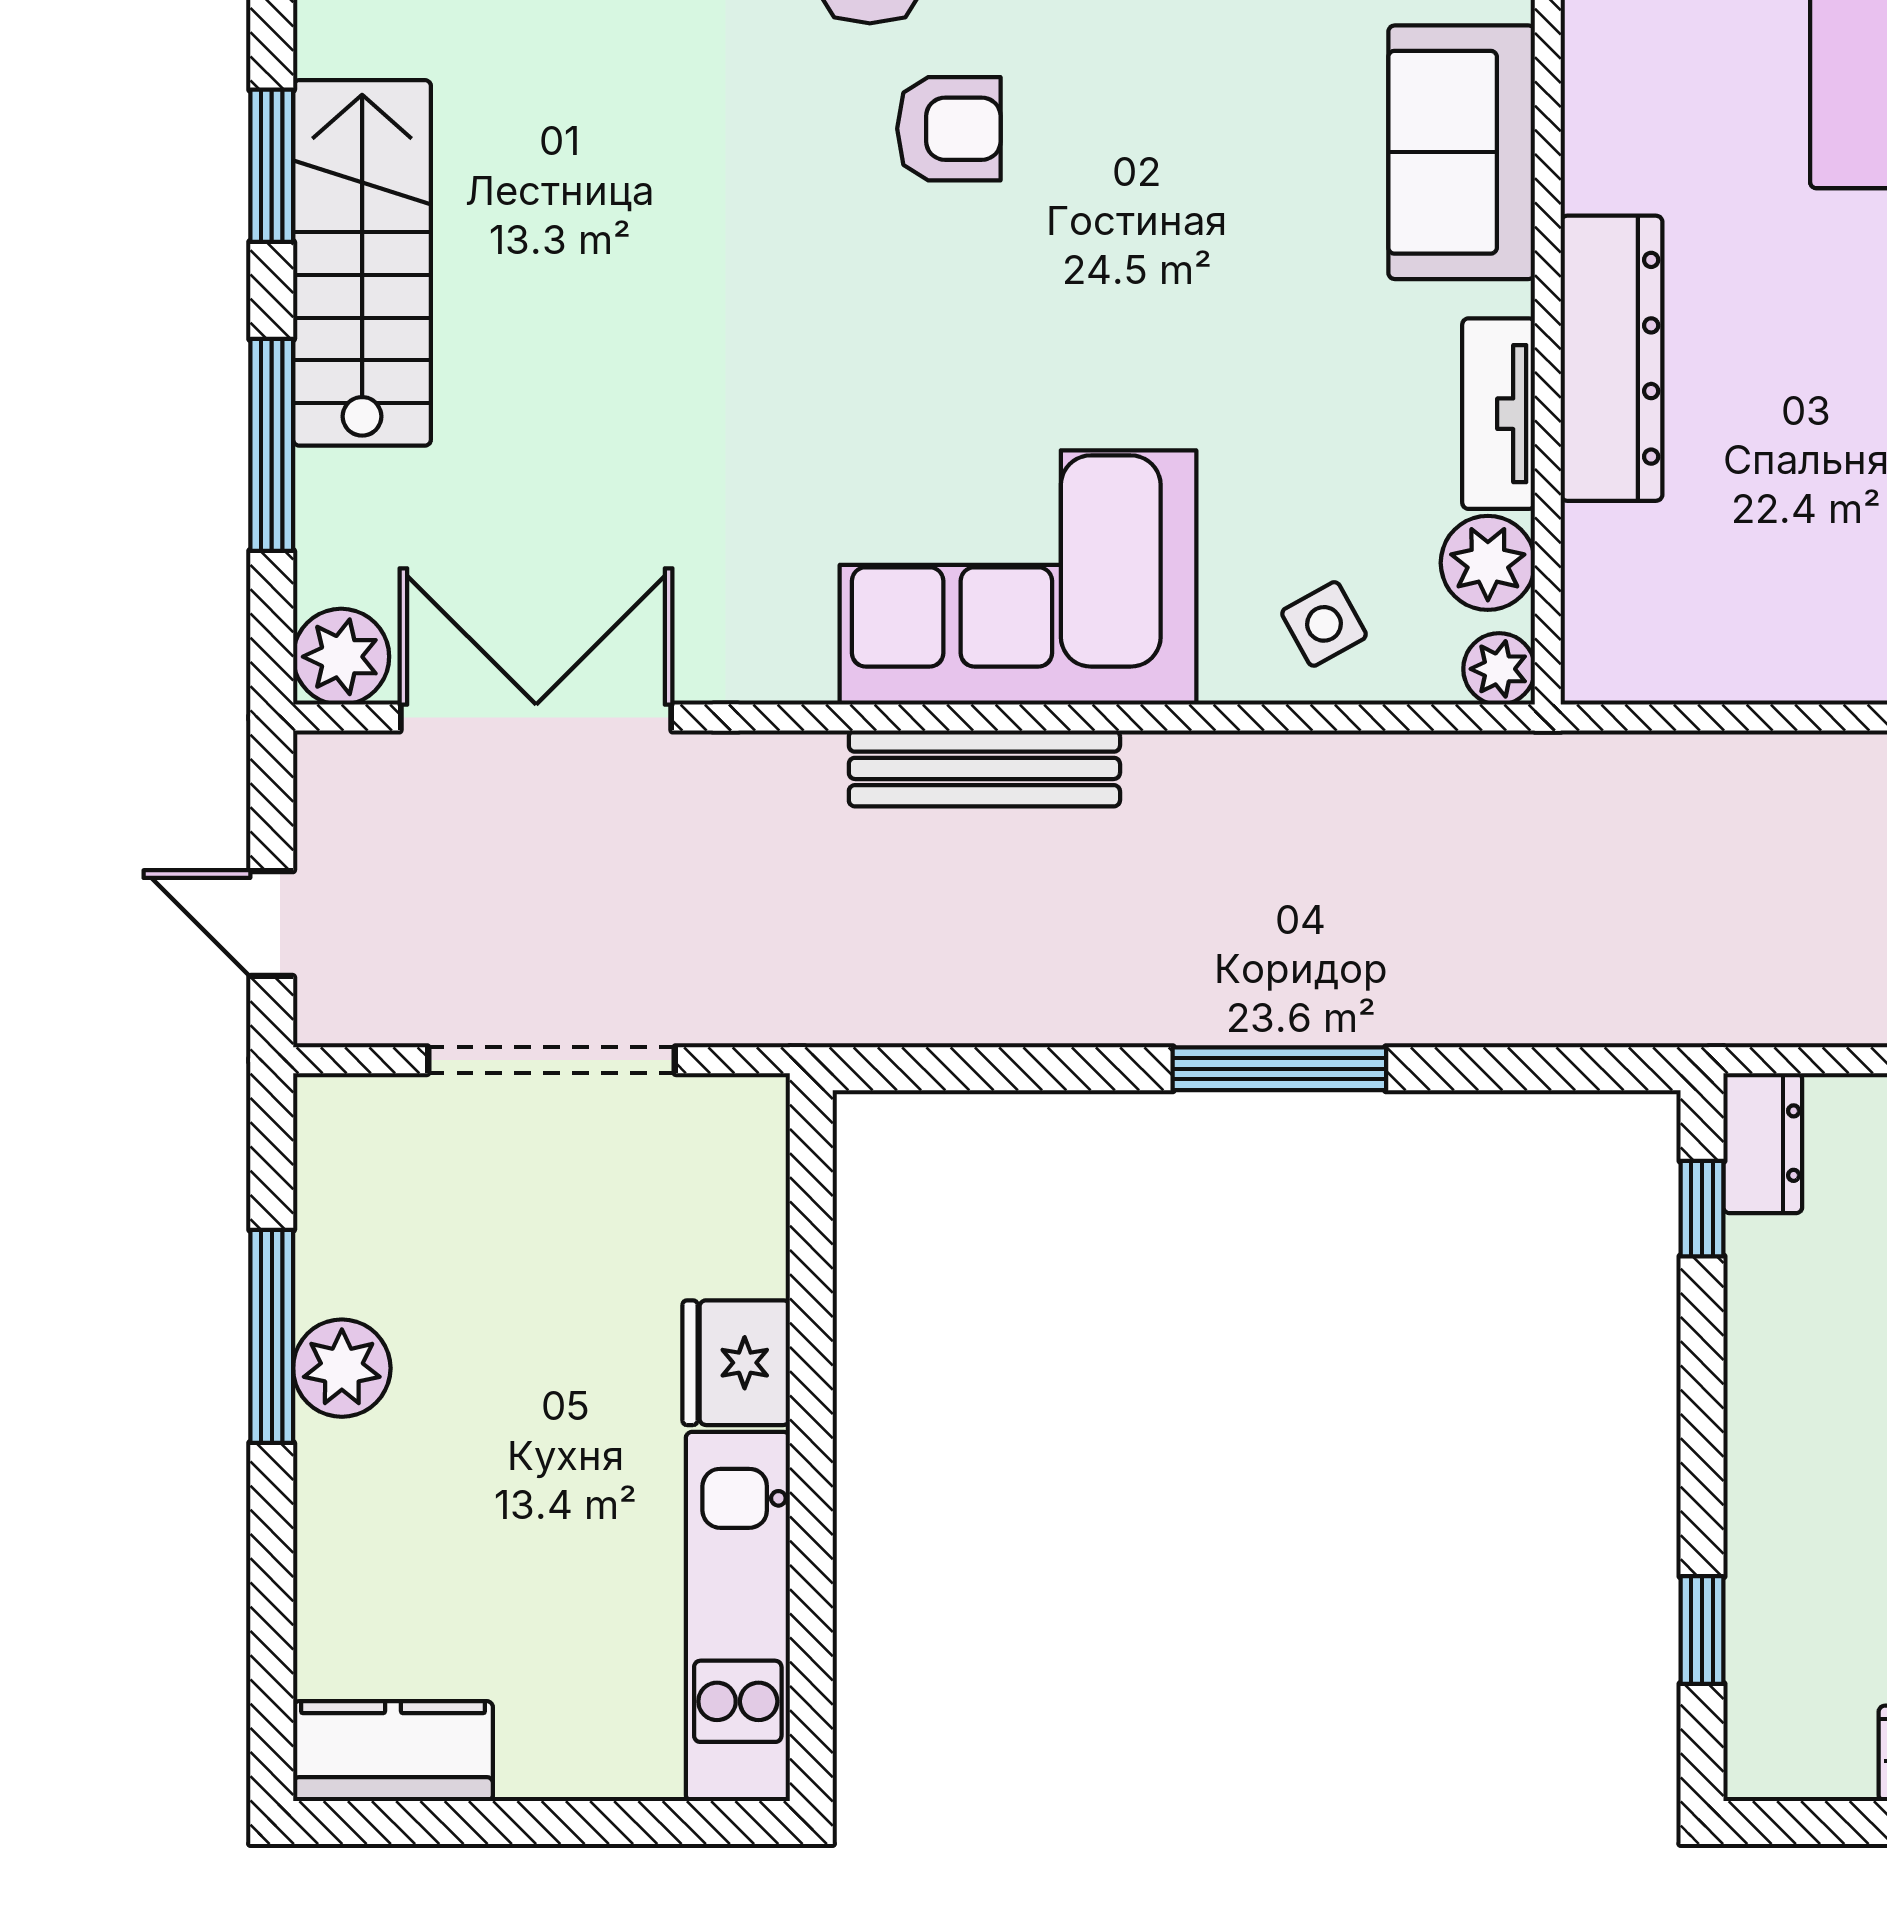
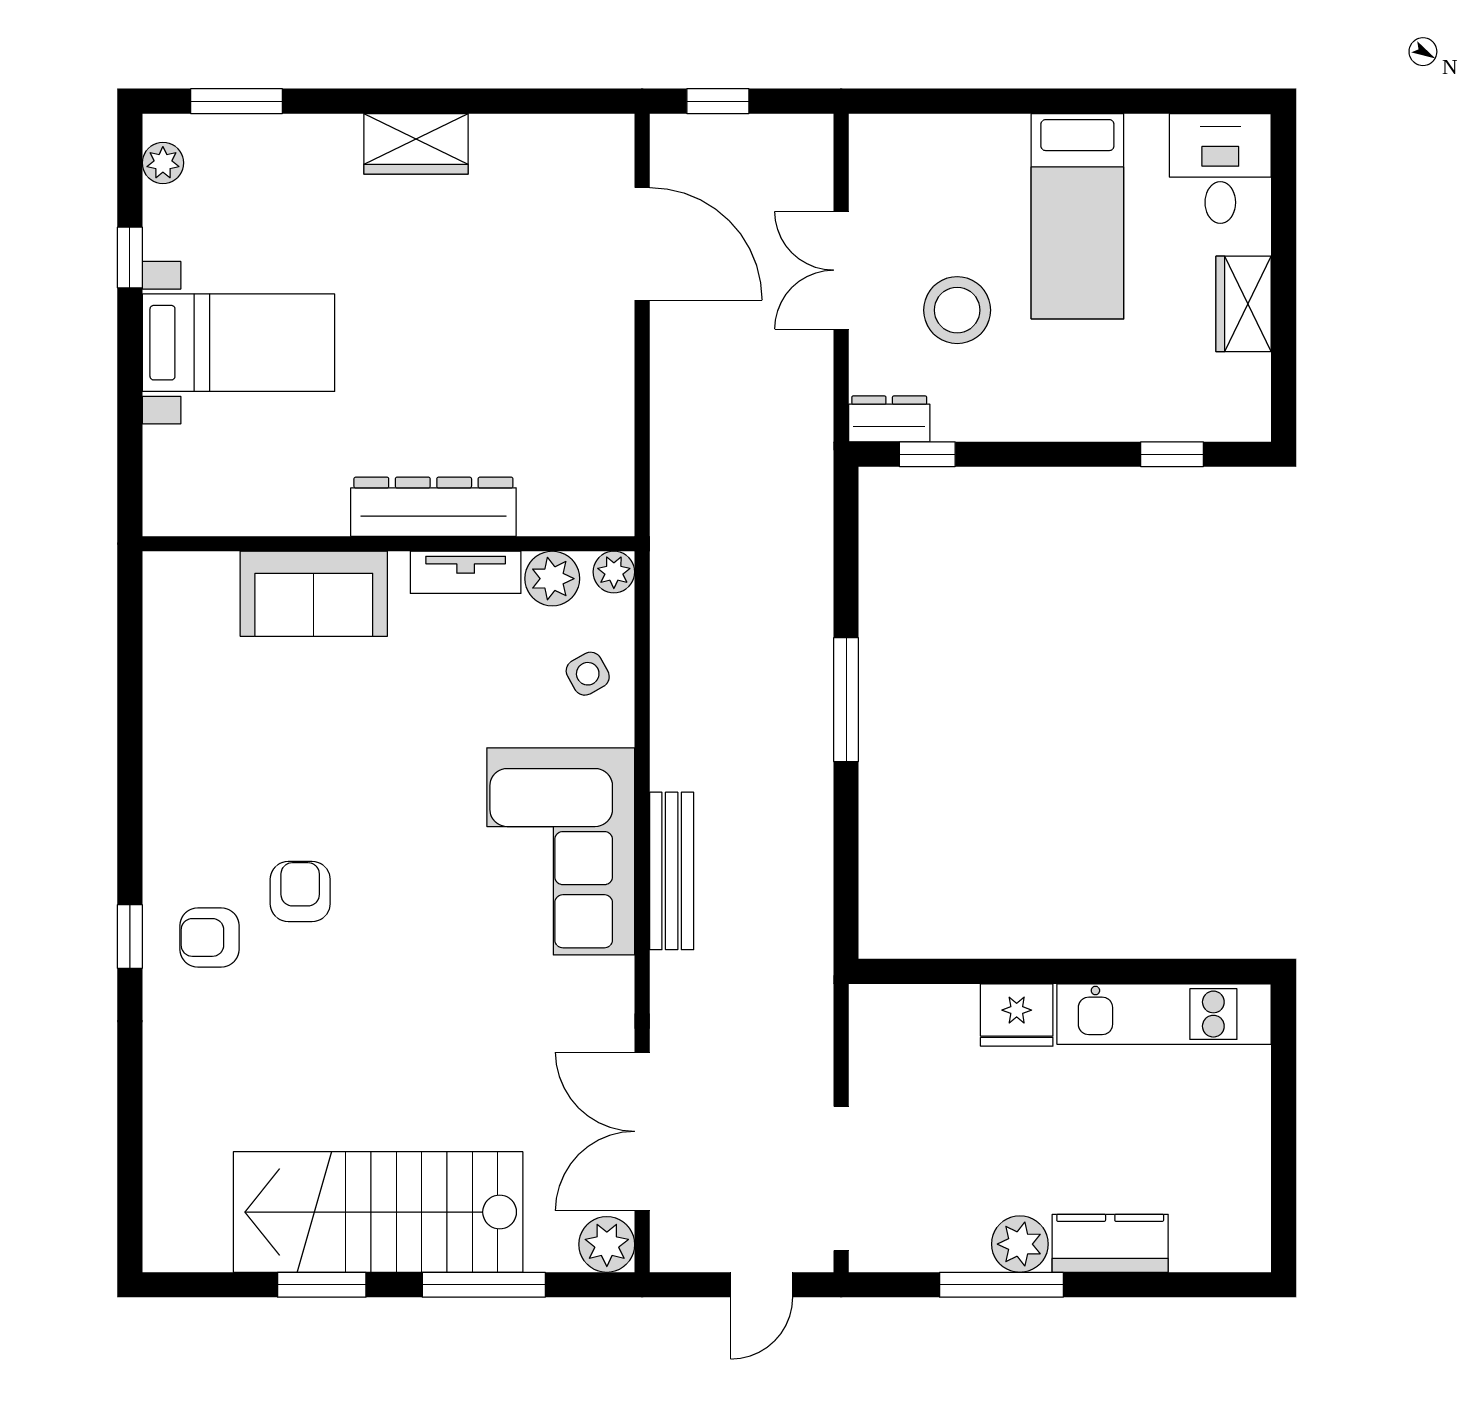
stairs: (362, 263) -> (378, 1212), width x1.36, depth x1.51
doorway: (551, 1060) -> (841, 1178), moved
kitchen counter: (393, 1751) -> (1110, 1243), moved, turned 90

